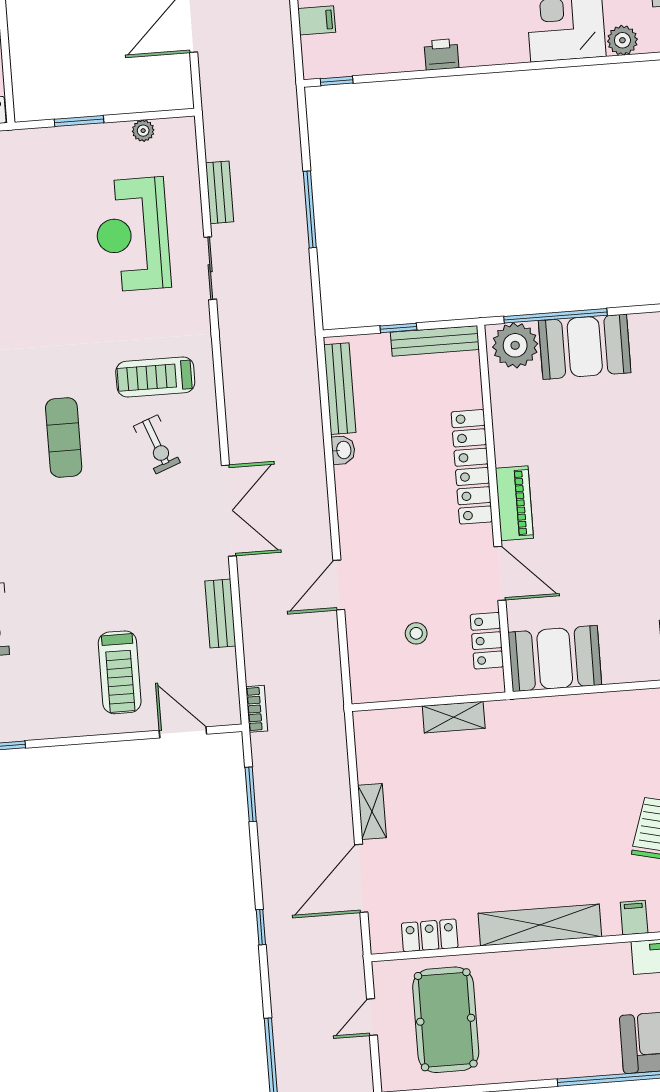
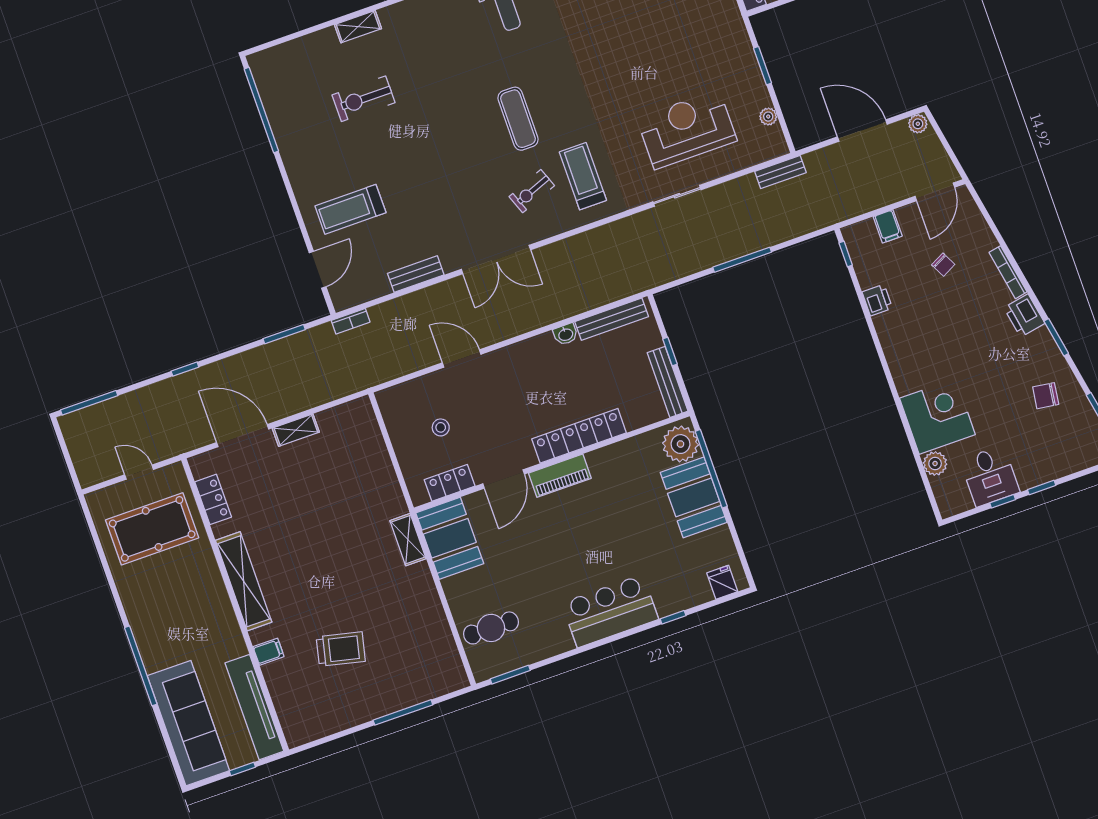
printer: (441, 54) -> (877, 300), moved
bench: (220, 192) -> (780, 172), moved
exercise mat: (64, 437) -> (518, 119), turned 90
shelving: (454, 717) -> (408, 540), moved

